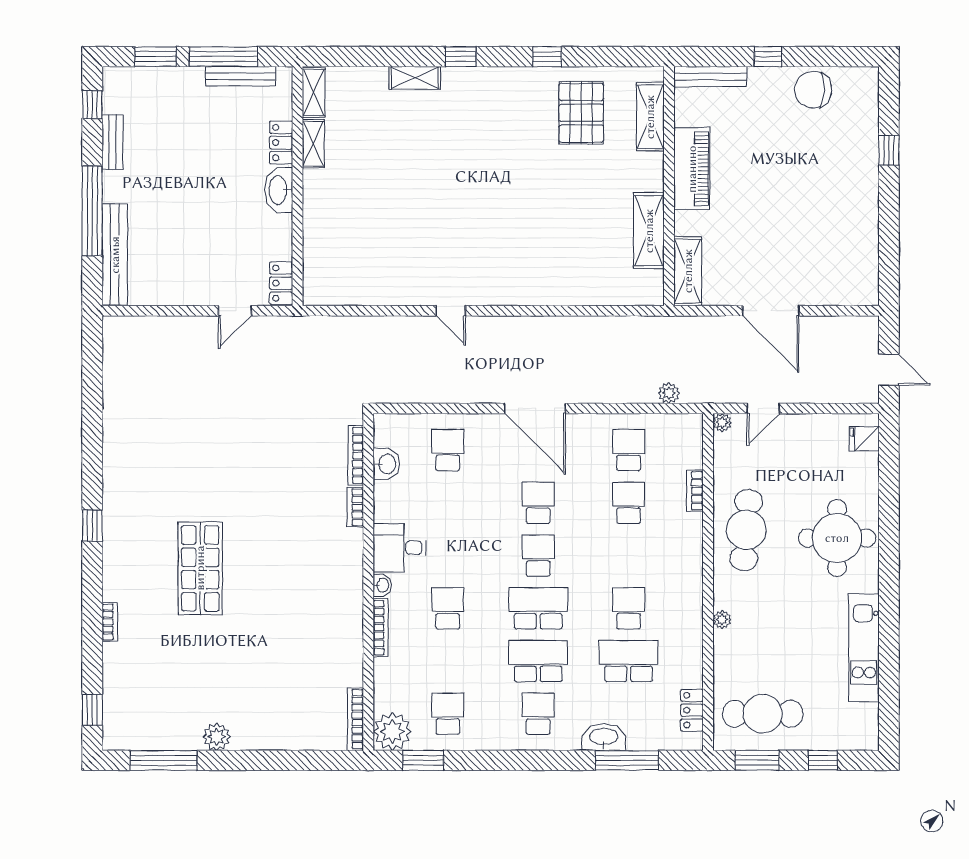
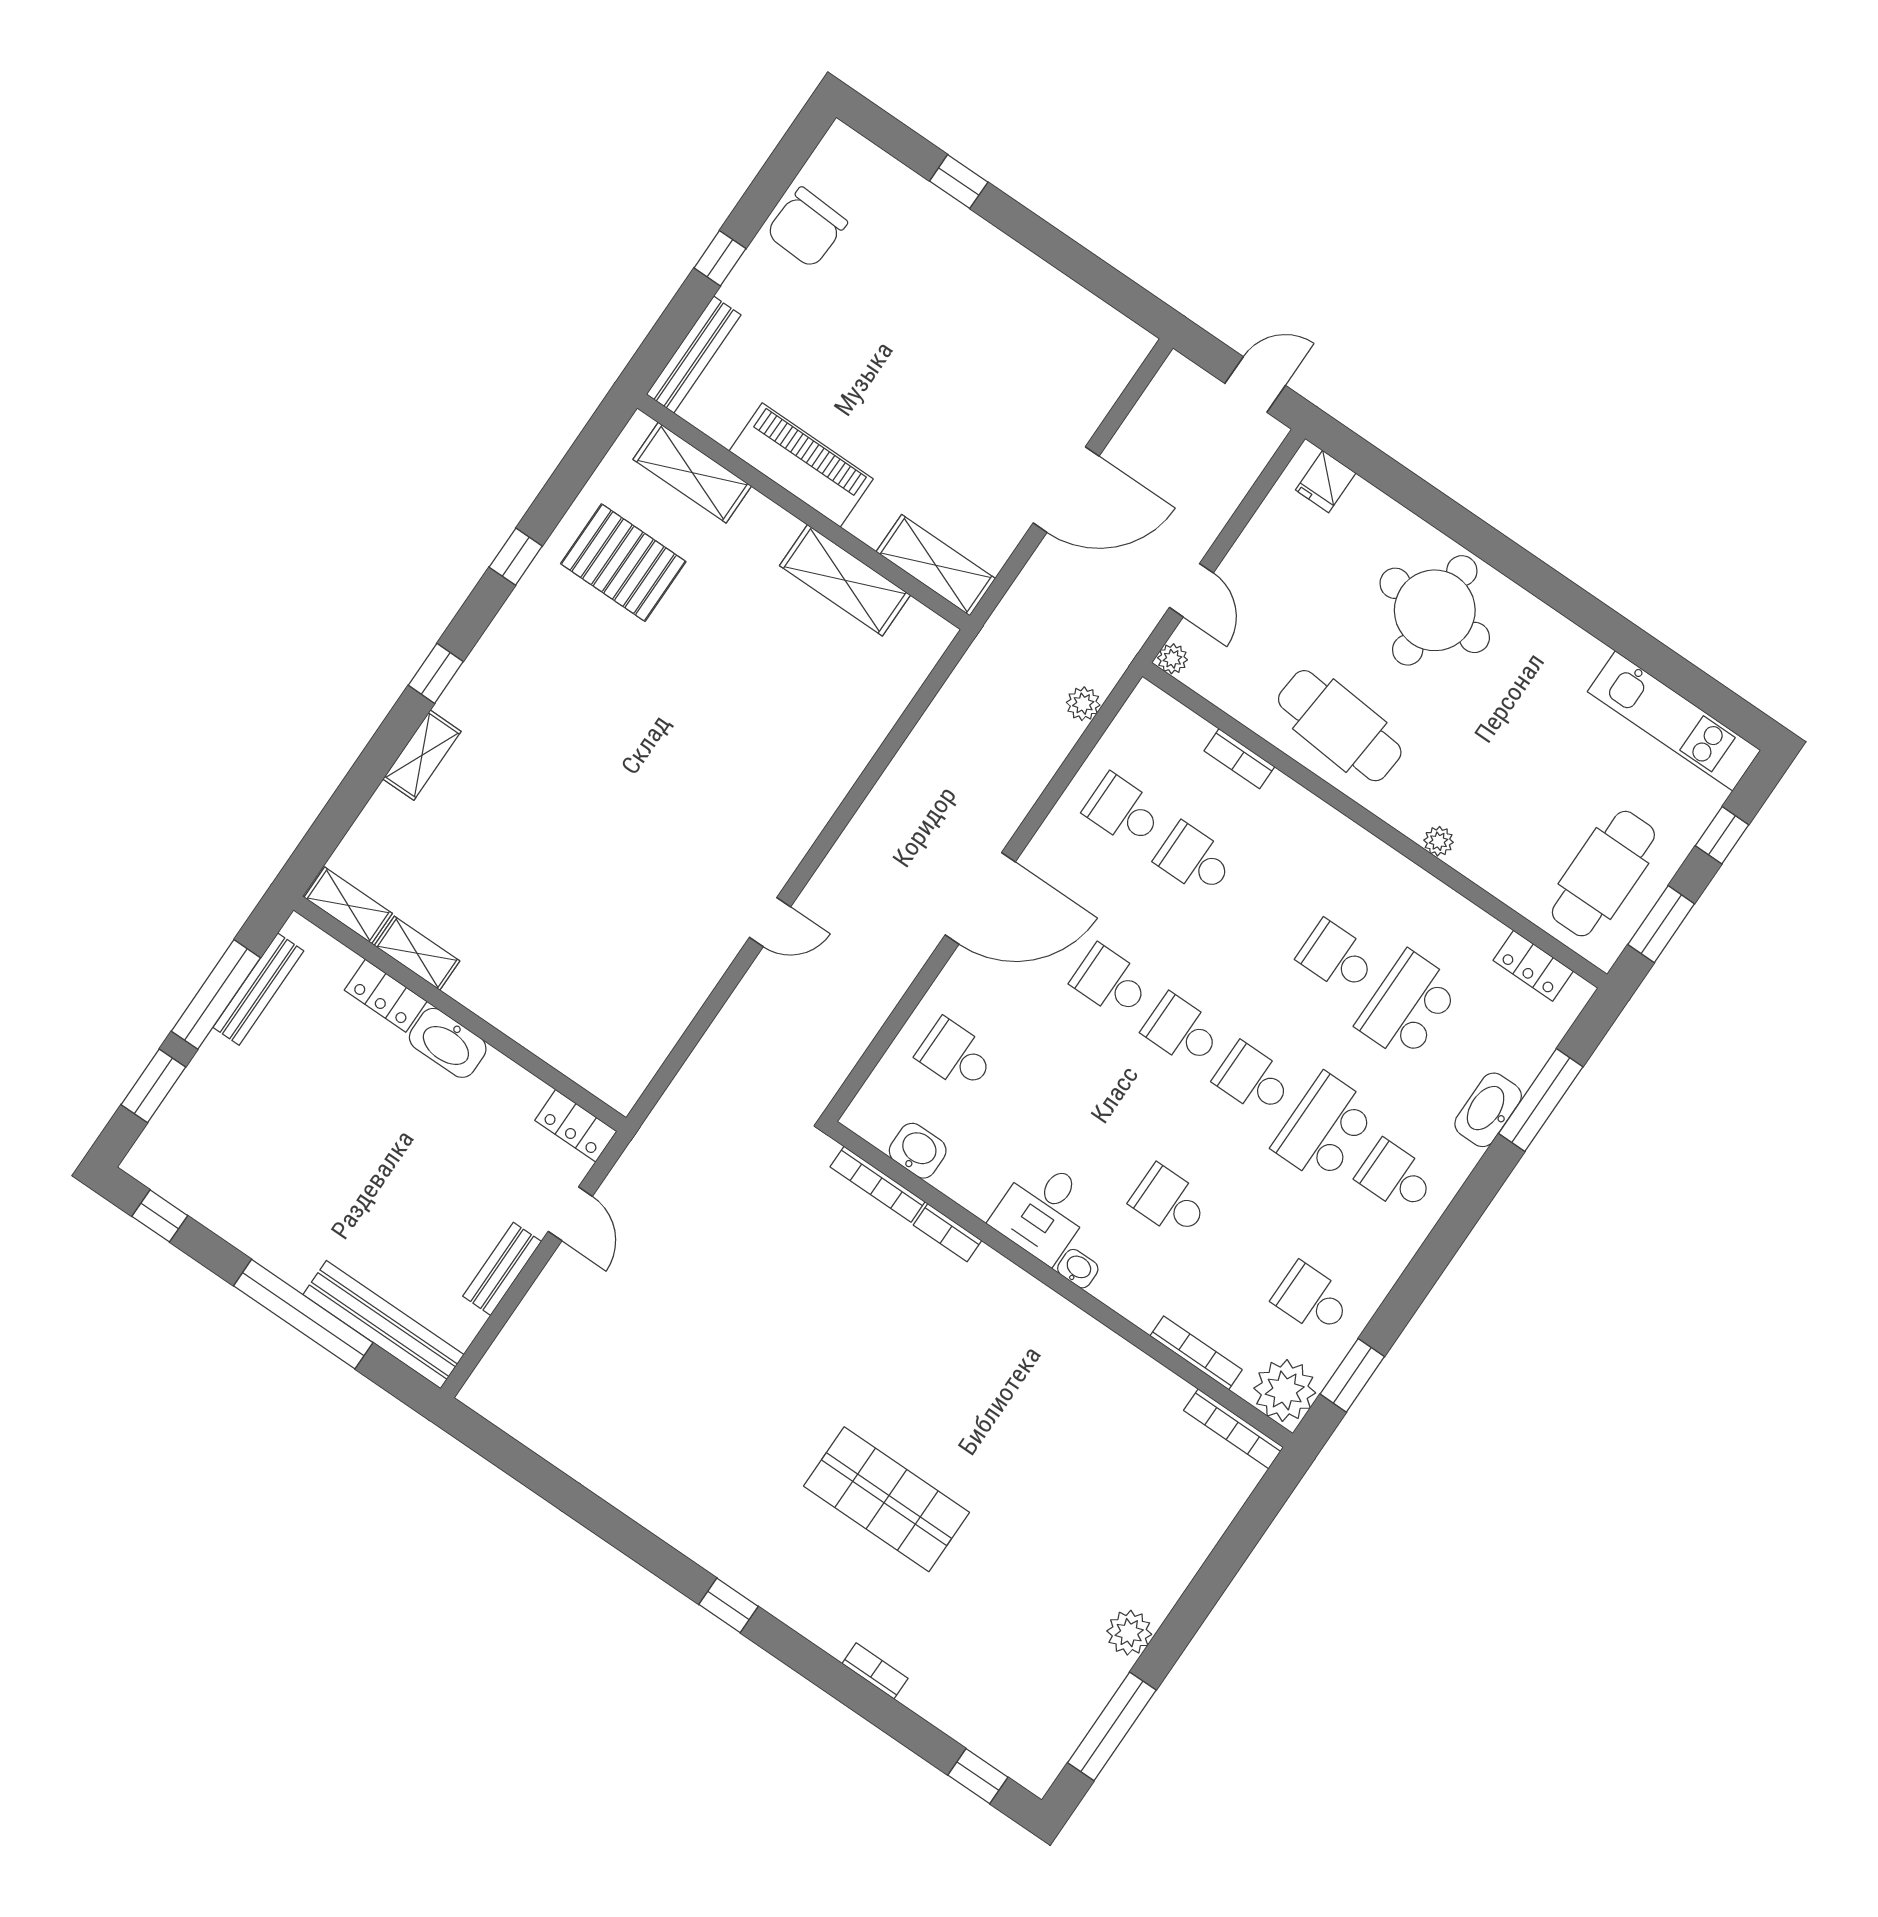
bench: (112, 142) -> (502, 1269), moved, turned 90
school desk: (538, 608) -> (1253, 1079), width x0.54
bookcase: (381, 628) -> (1196, 1353), moved
kitchen unit: (864, 648) -> (1674, 721), moved

